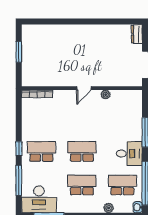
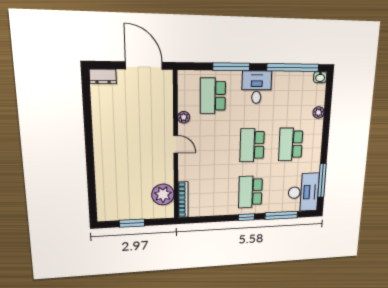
plant: (42, 77) -> (163, 194), added
school desk: (122, 185) -> (213, 96), moved

